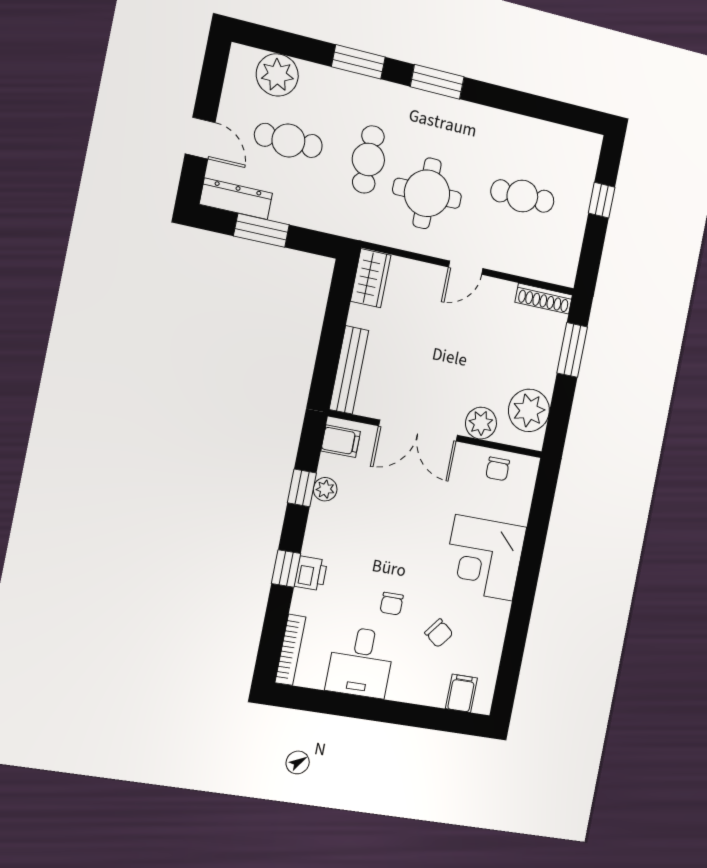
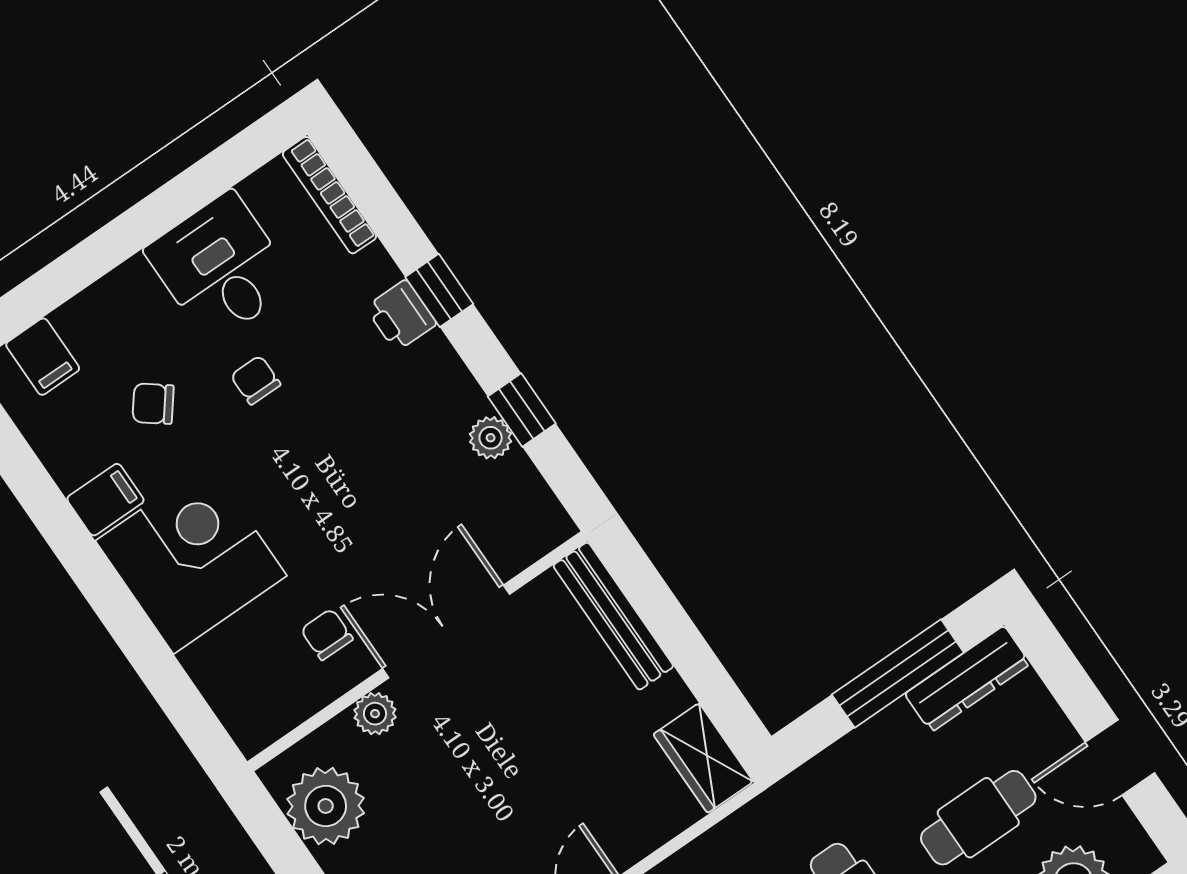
door: (200, 138) -> (1120, 758), moved
window: (261, 230) -> (898, 673), width x1.44
plant: (481, 423) -> (375, 714), width x0.73, depth x0.73
filing cabinet: (341, 441) -> (105, 500), moved, turned 180
chair: (498, 469) -> (327, 634), moved

